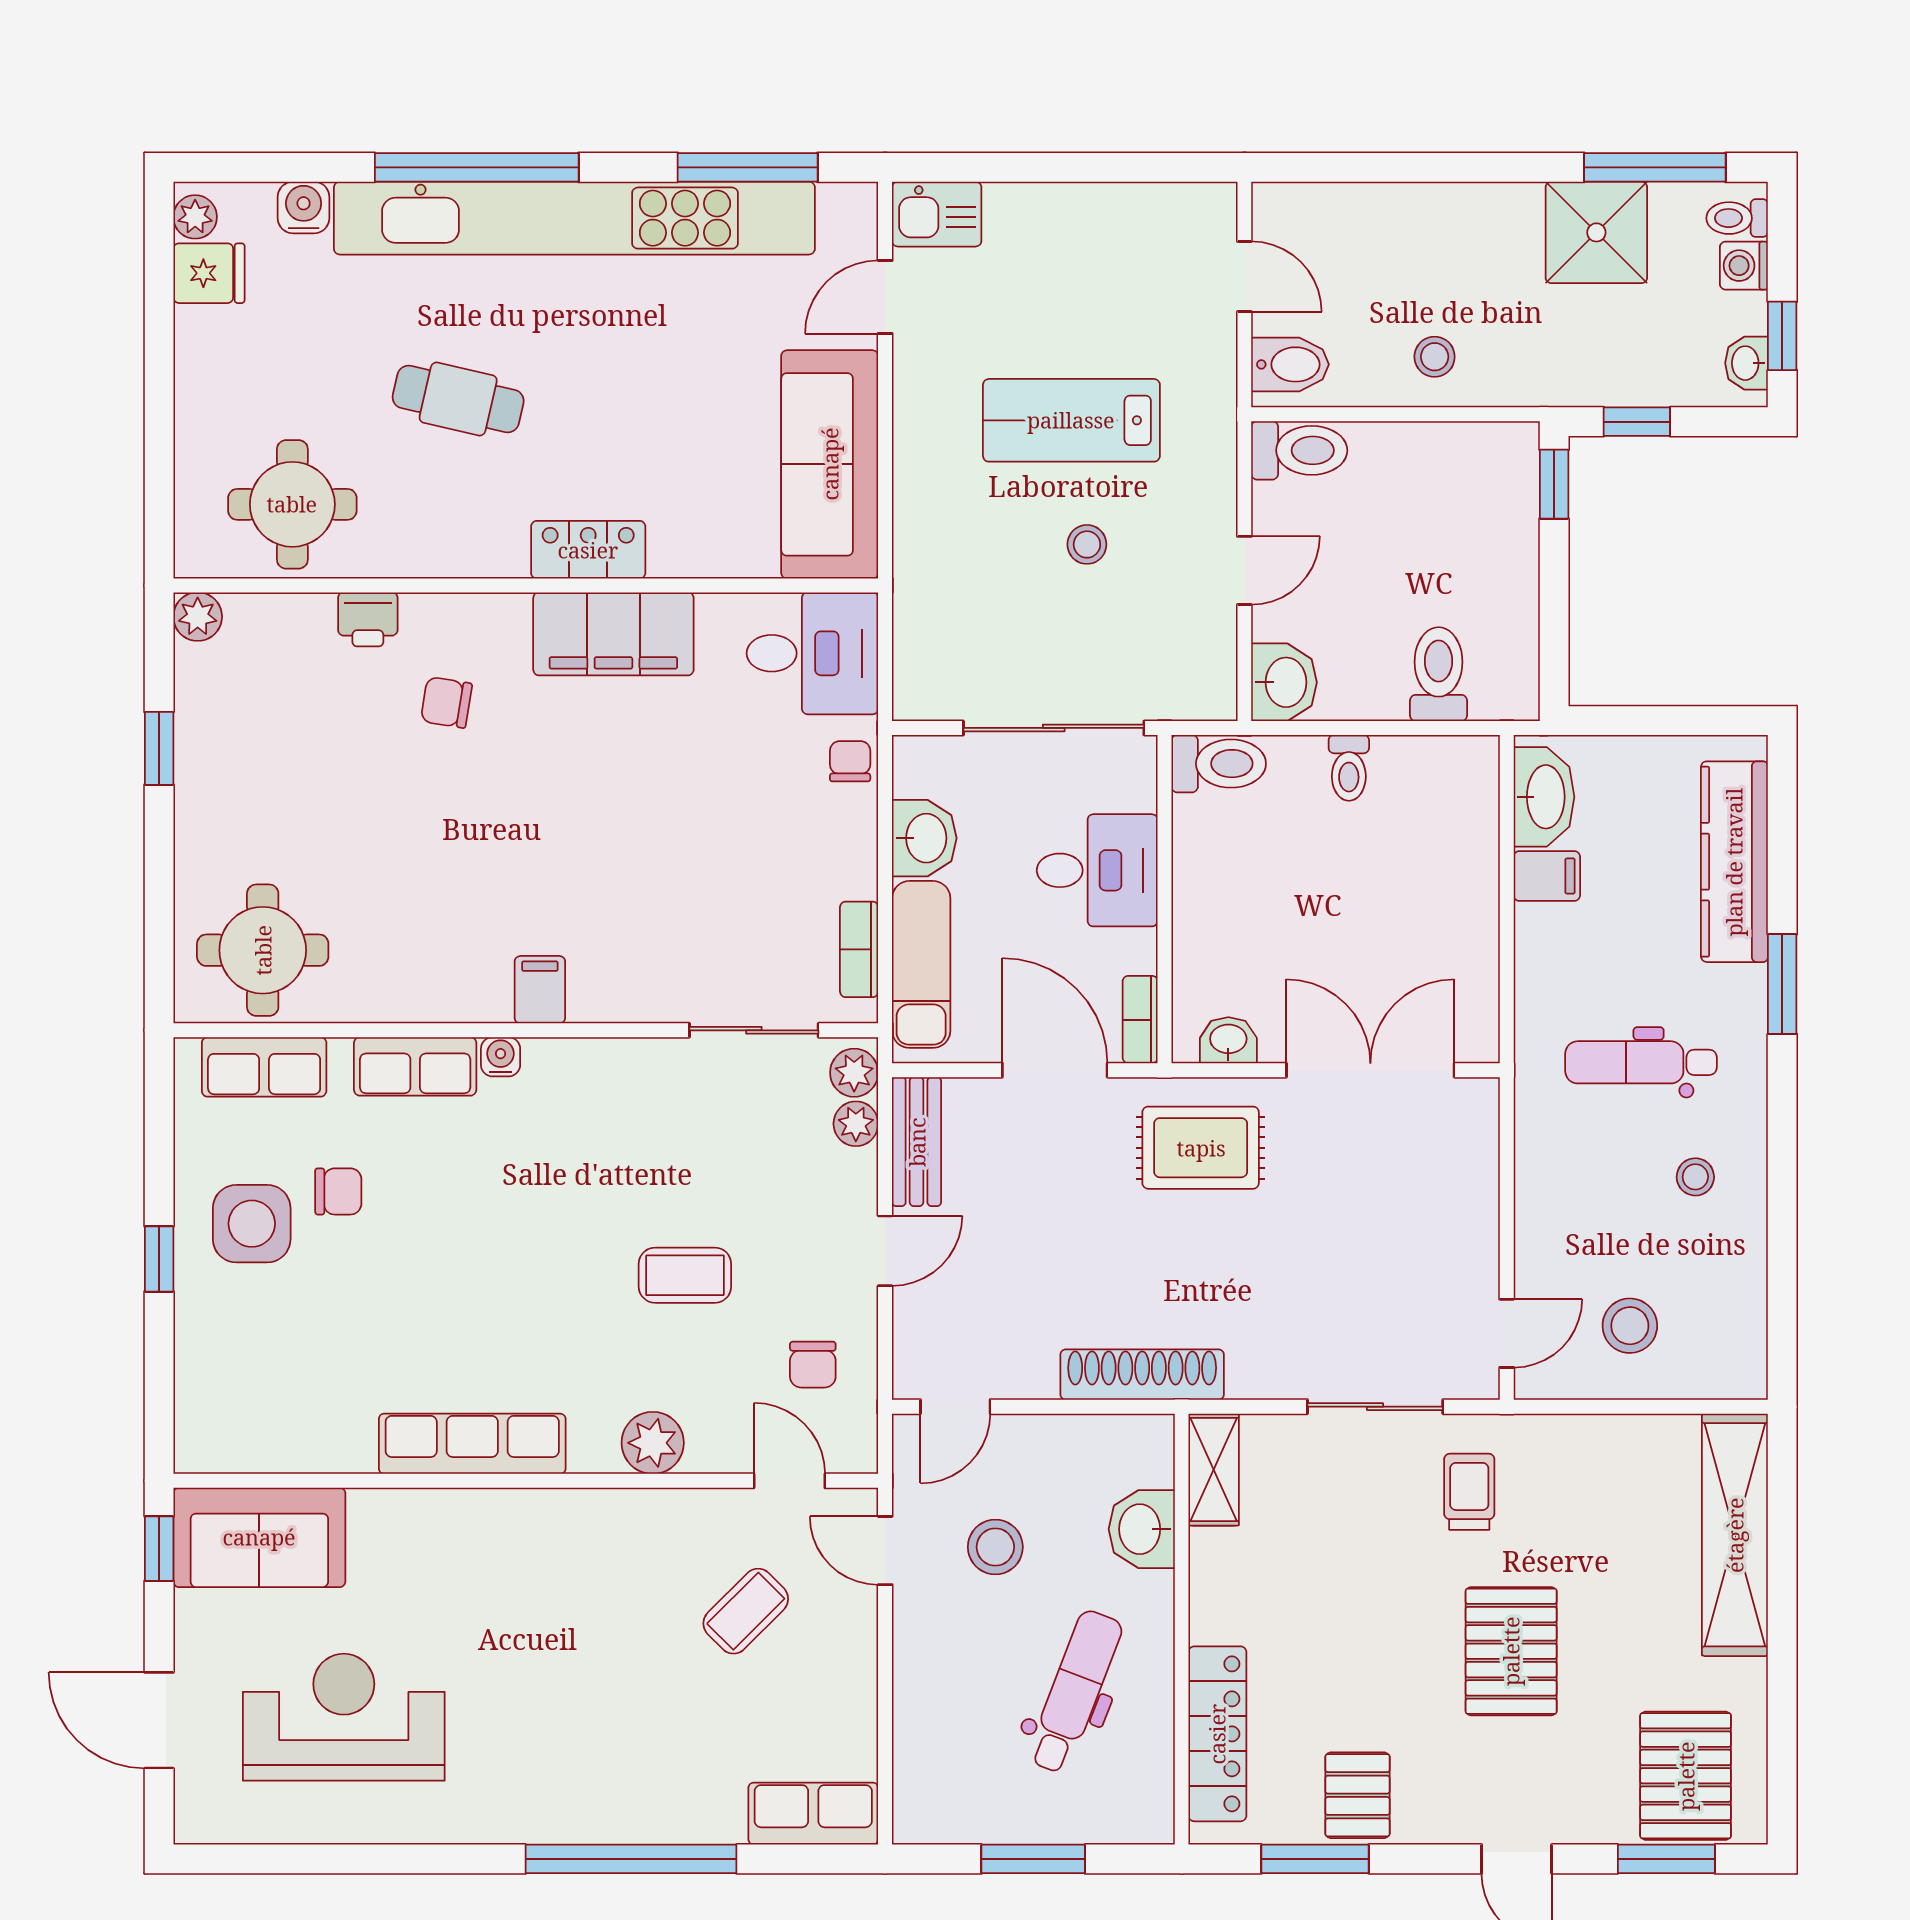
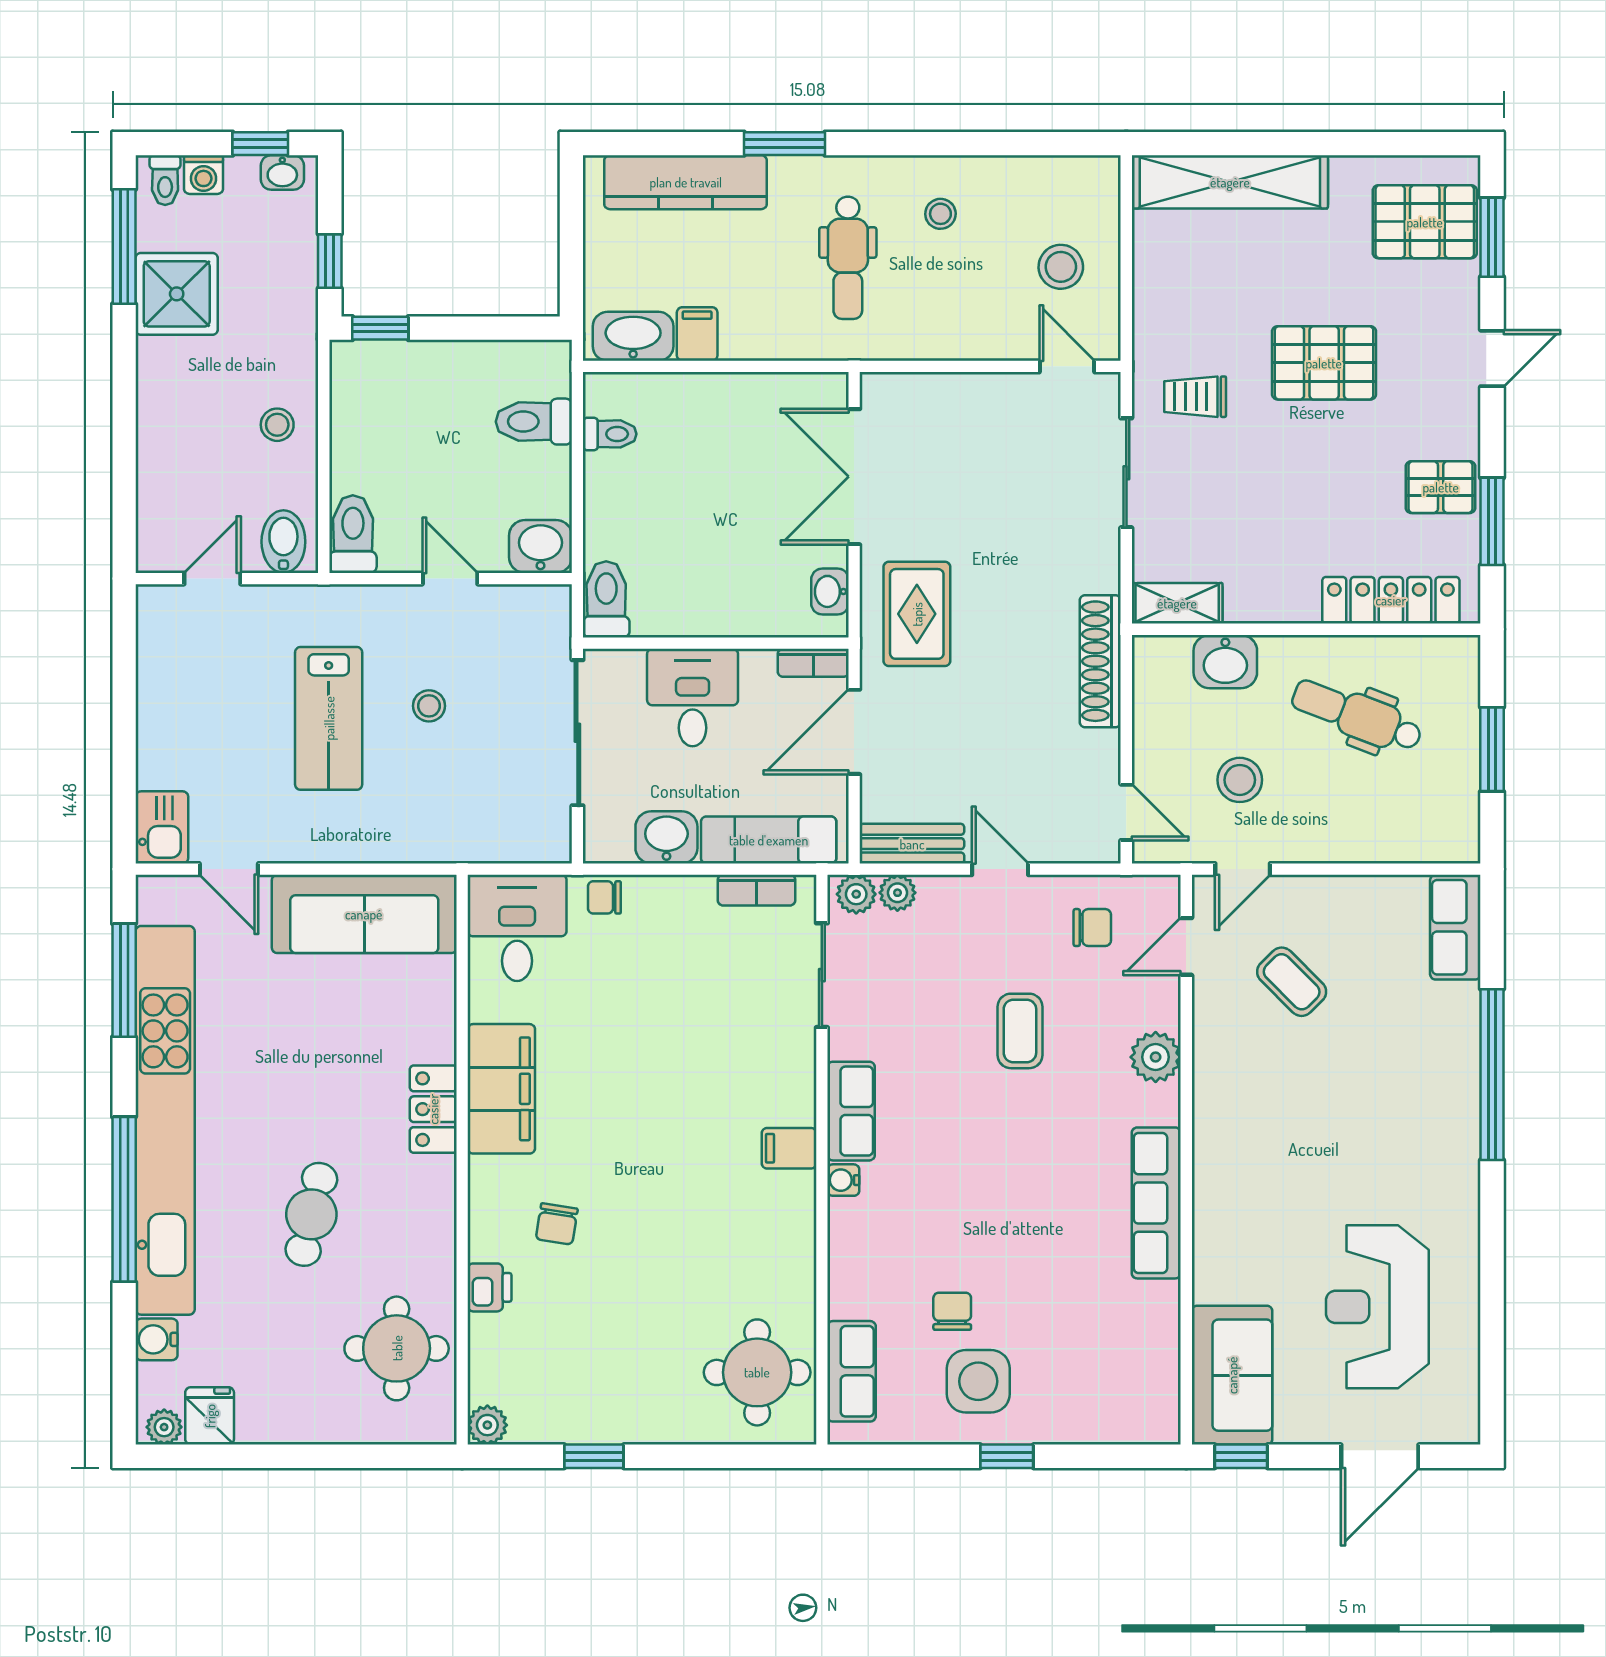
toilet: (1349, 768) -> (610, 434), moved
row of seats: (415, 1066) -> (851, 1111), moved

